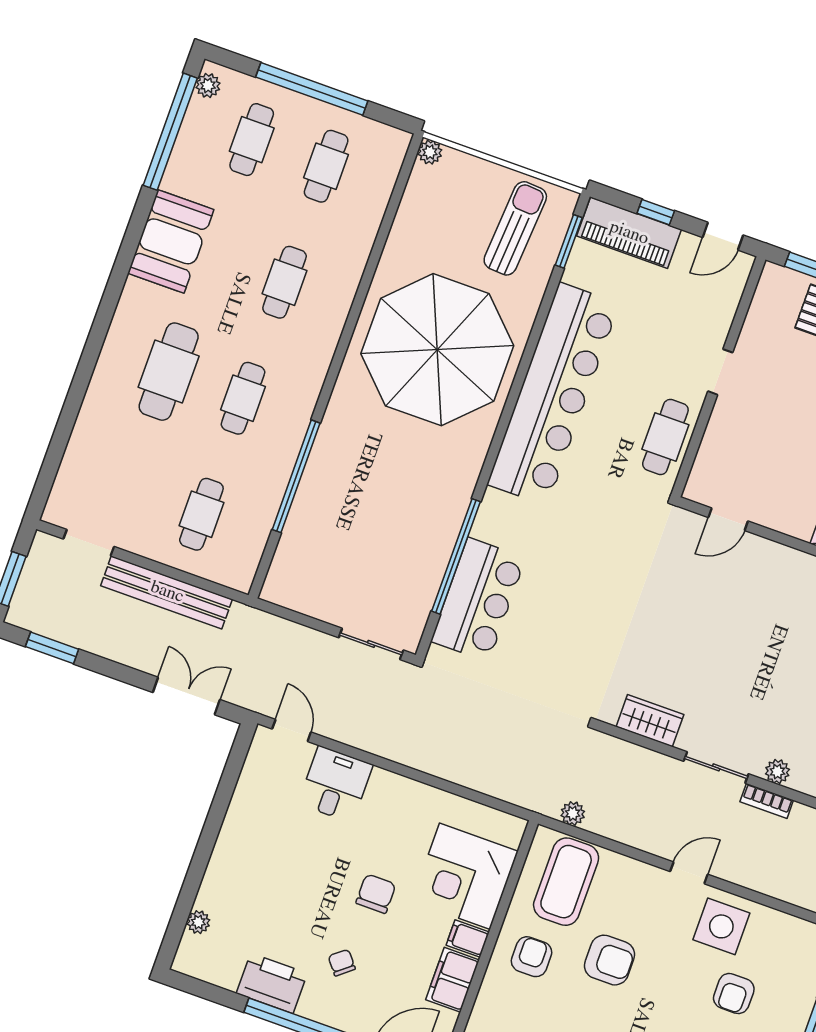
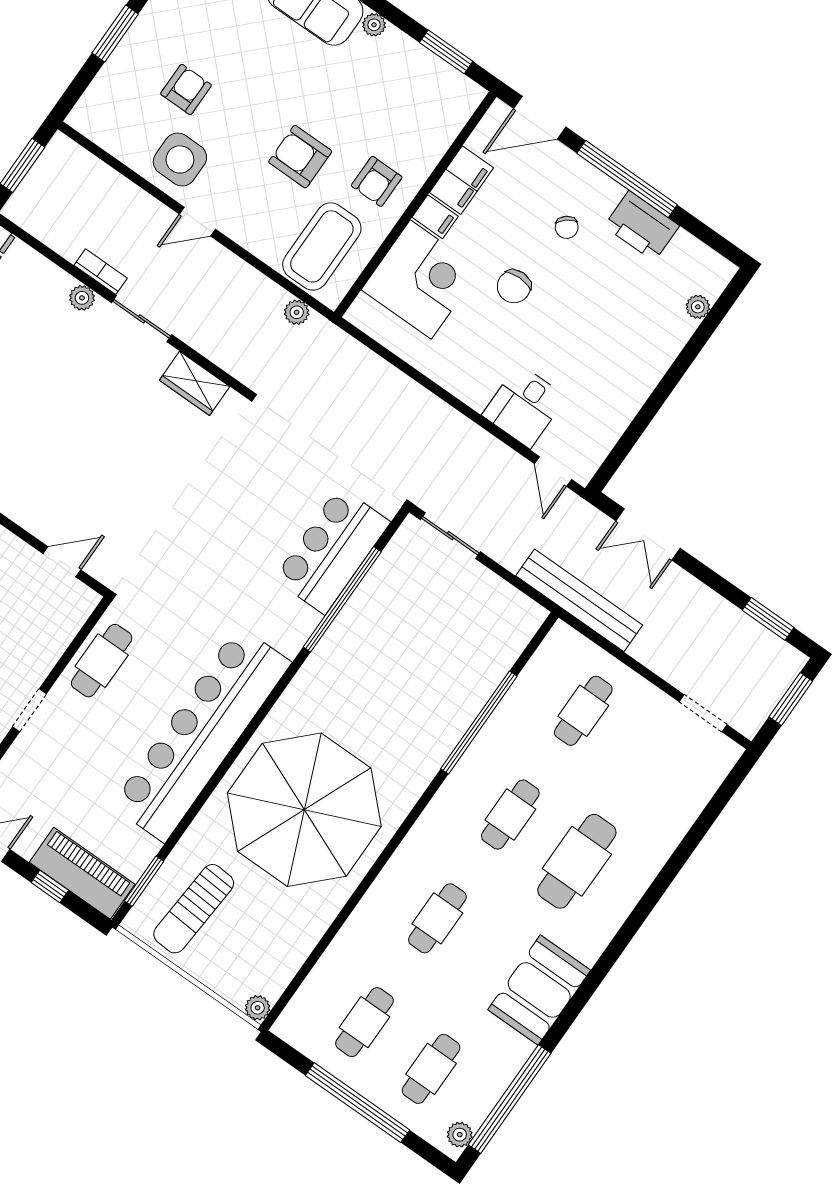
bench: (167, 592) -> (579, 600), moved

